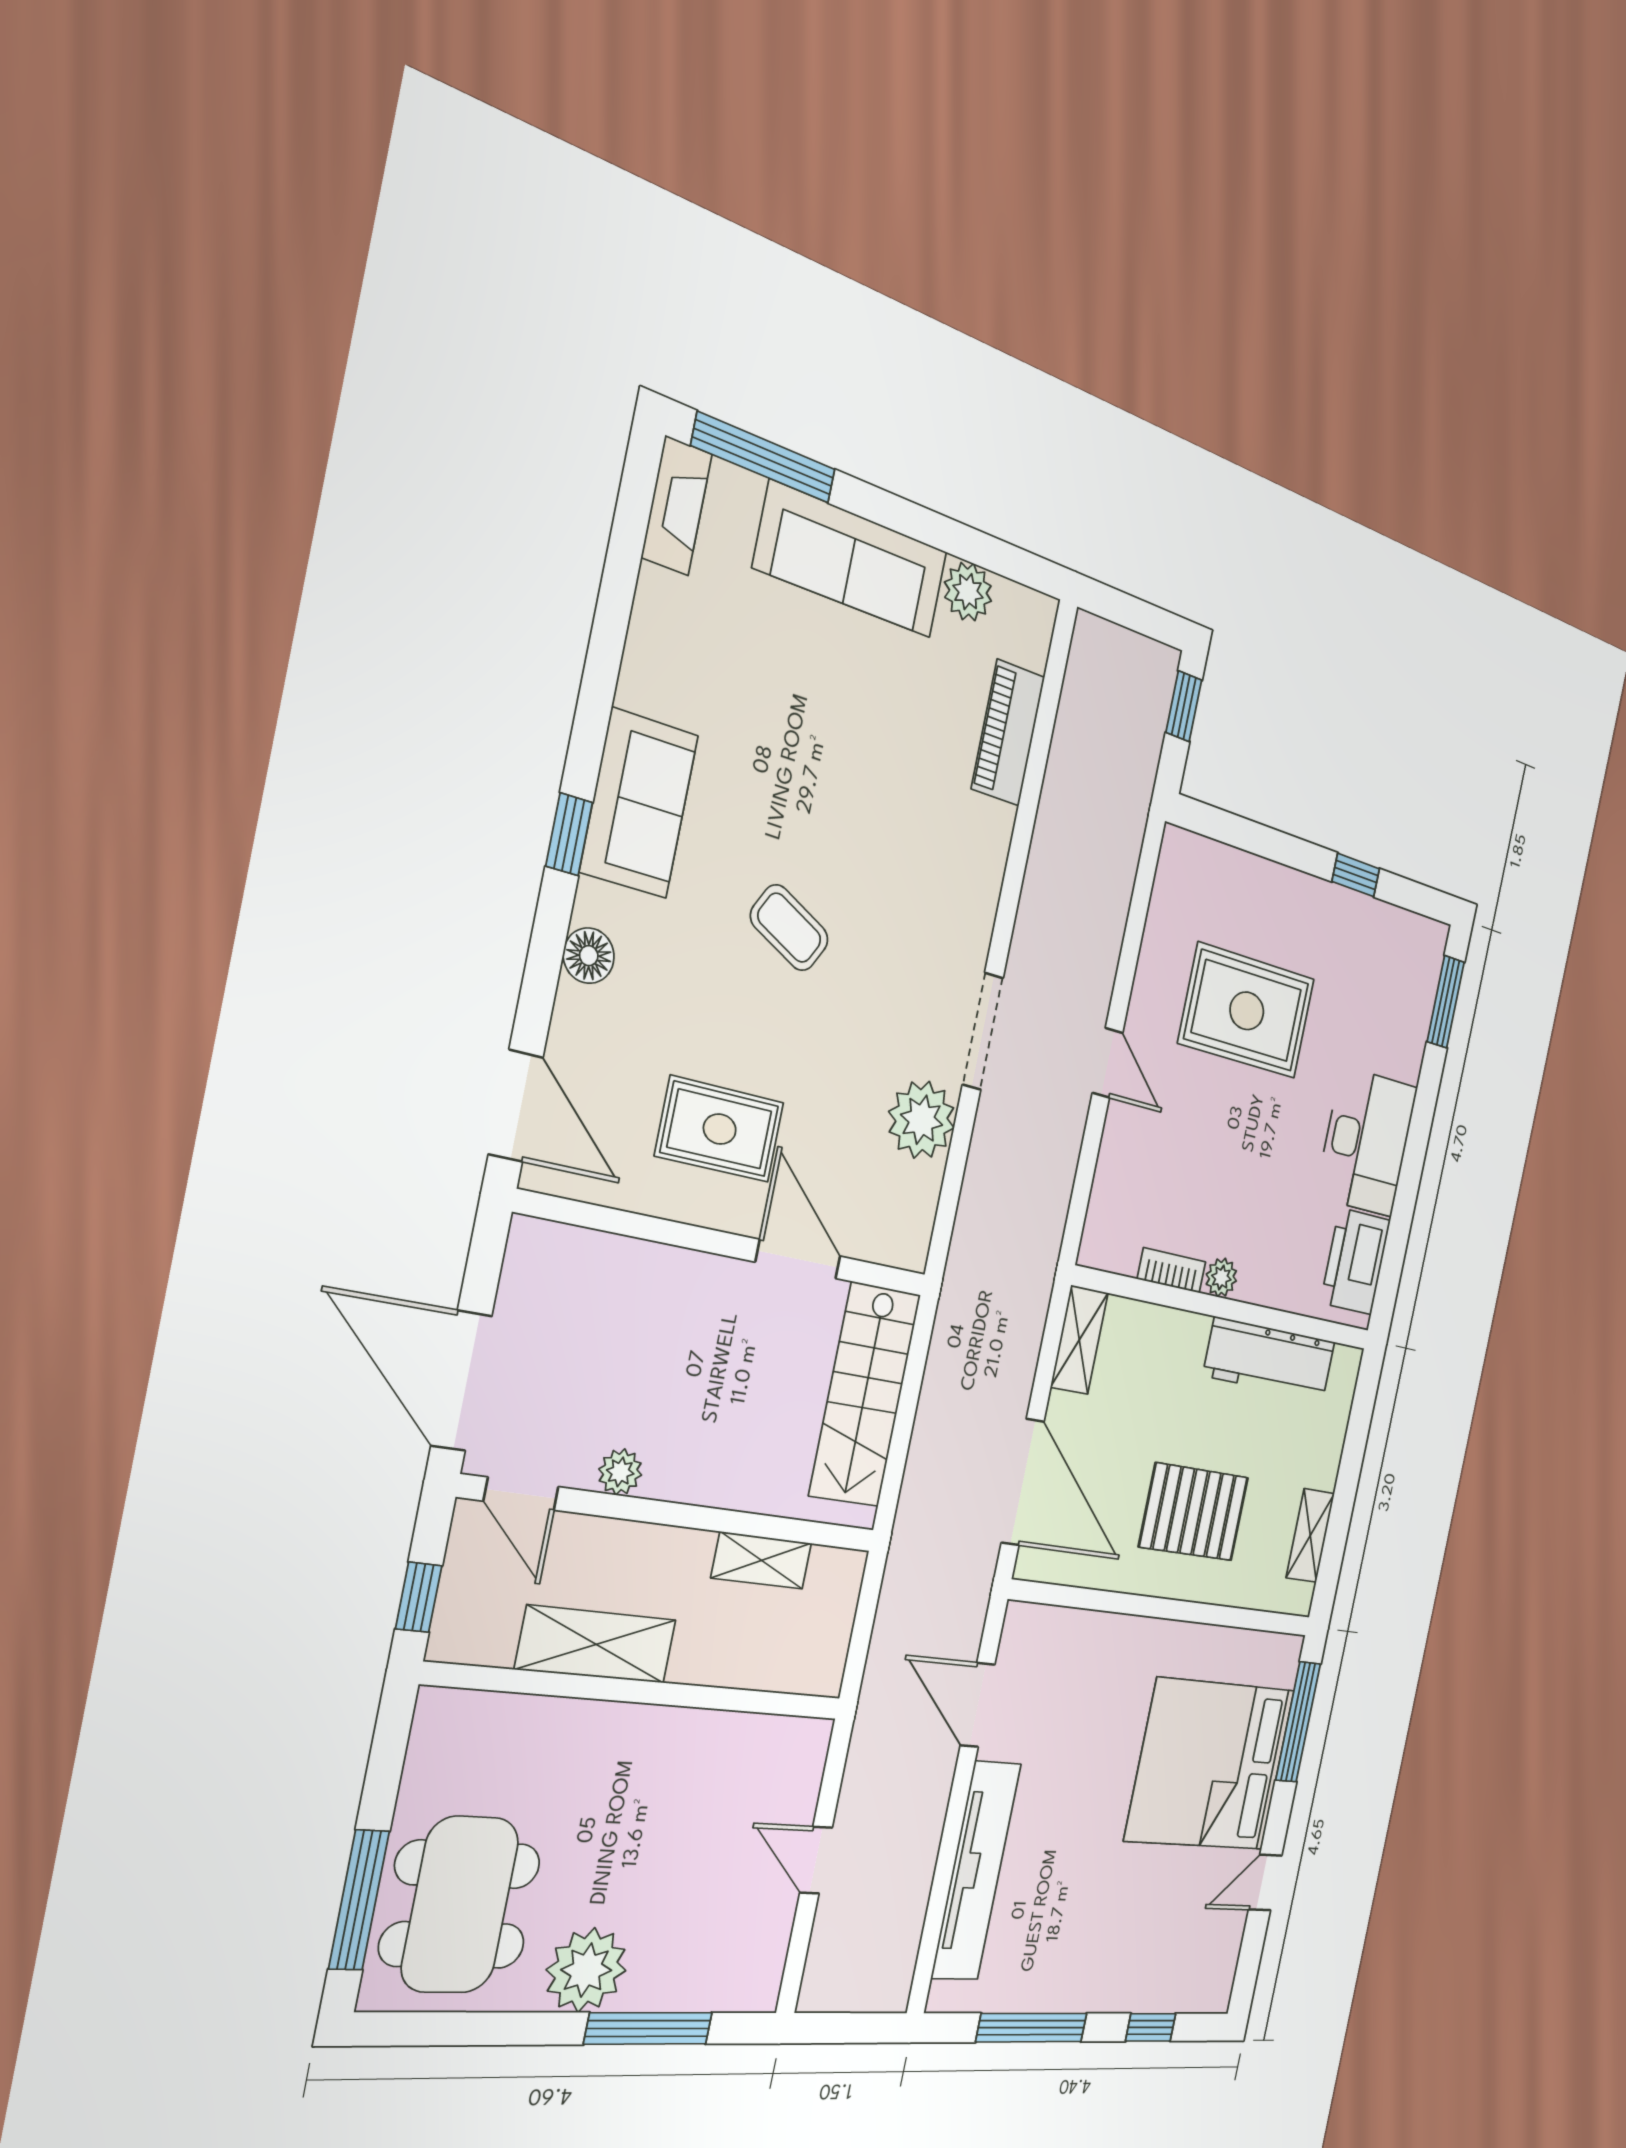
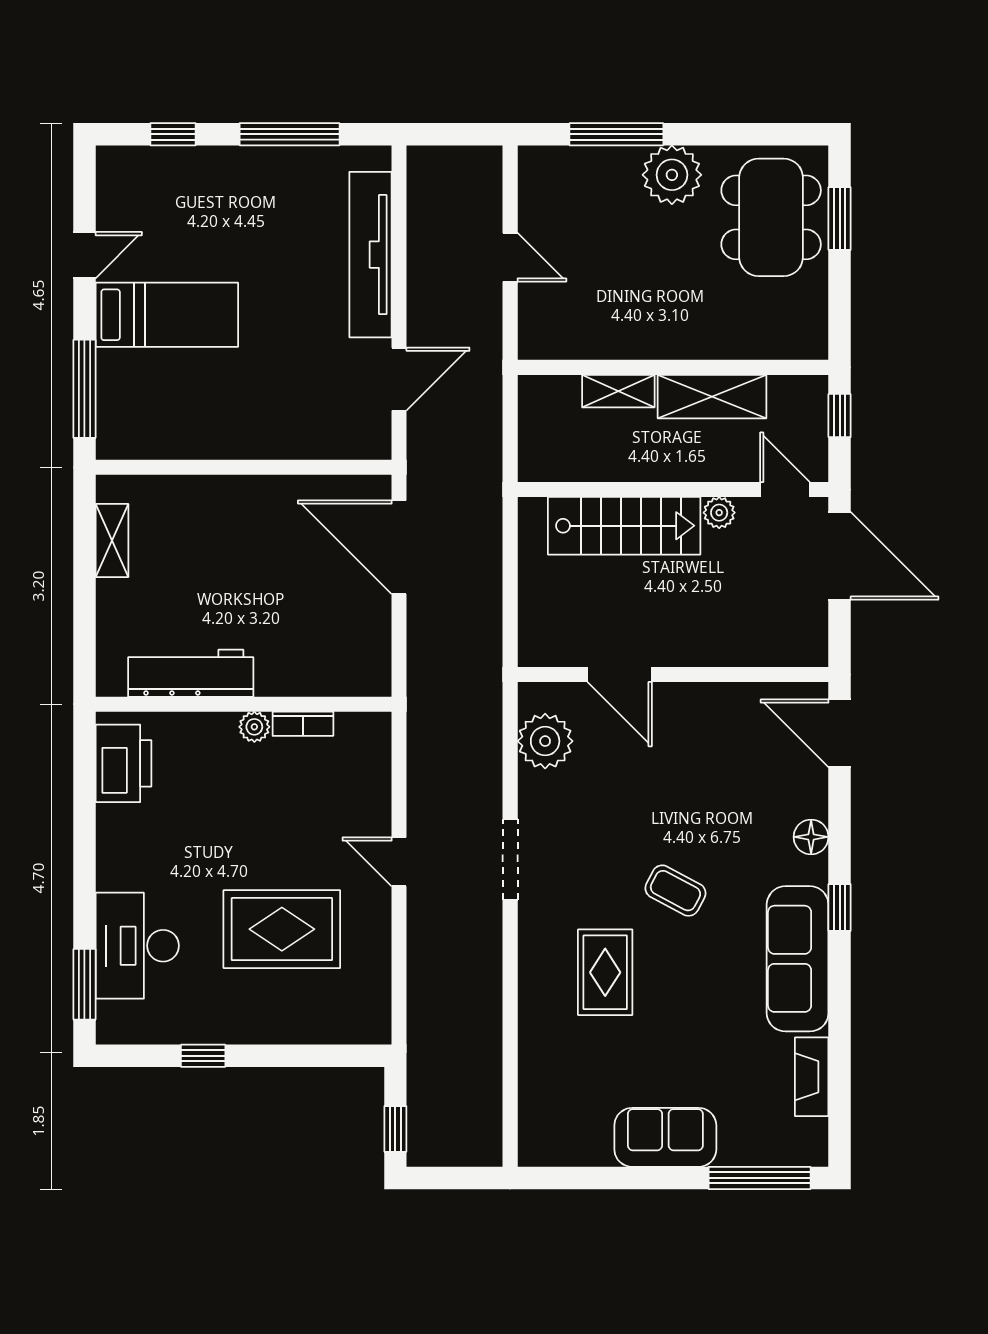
fireplace: (677, 506) -> (812, 1077), moved
sofa: (851, 560) -> (665, 1137), width x0.73
plant: (968, 592) -> (592, 1147), removed
piano: (1008, 733) -> (538, 1065), removed
sofa: (639, 803) -> (798, 959), width x1.36
plant: (922, 1120) -> (545, 741), moved
rug: (720, 1129) -> (605, 972), moved, turned 90
desk: (1367, 1142) -> (137, 946), moved
shelving: (1079, 1340) -> (374, 658), removed
stairs: (865, 1395) -> (624, 526), moved, turned 90
pallet: (1194, 1512) -> (235, 545), removed
shelving: (762, 1560) -> (618, 391), moved
door: (978, 1705) -> (399, 379), hinge flipped
bed: (1210, 1765) -> (167, 315), width x0.49
window: (359, 1900) -> (840, 219), width x0.69

